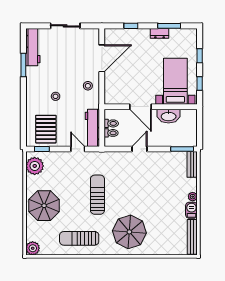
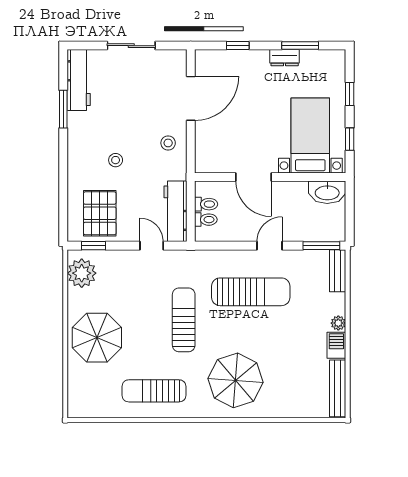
washbasin: (169, 116) -> (327, 192), moved
door: (140, 149) -> (270, 246), moved
sun lounger: (139, 177) -> (251, 292), added
plant: (33, 248) -> (78, 407), removed

